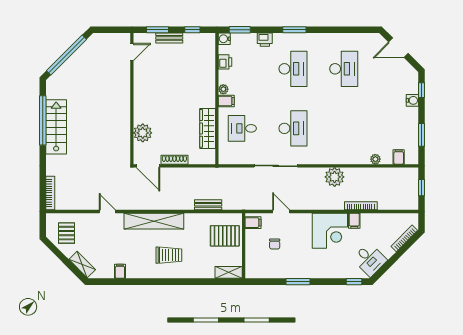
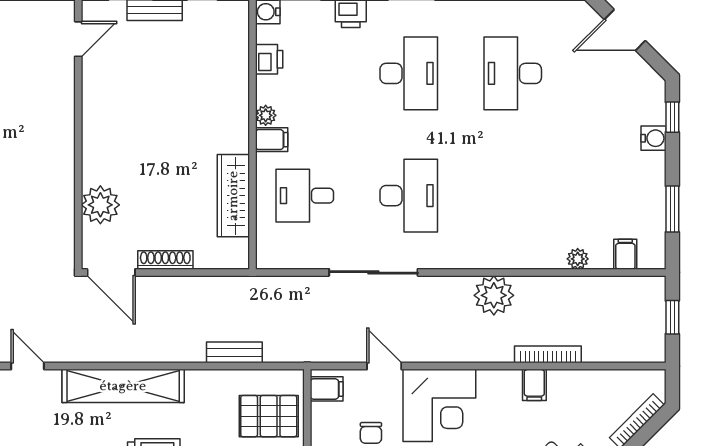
desk: (344, 69) -> (513, 73), turned 180
corner desk: (330, 231) -> (439, 405), moved

